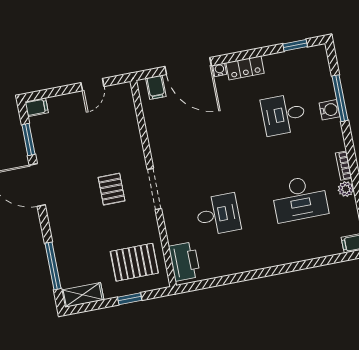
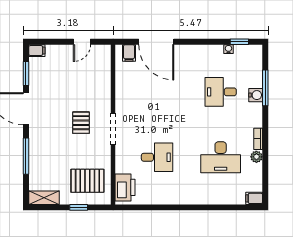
locker: (245, 68) -> (199, 51), removed
water cooler: (220, 70) -> (228, 49), moved
window: (53, 266) -> (26, 156), moved

